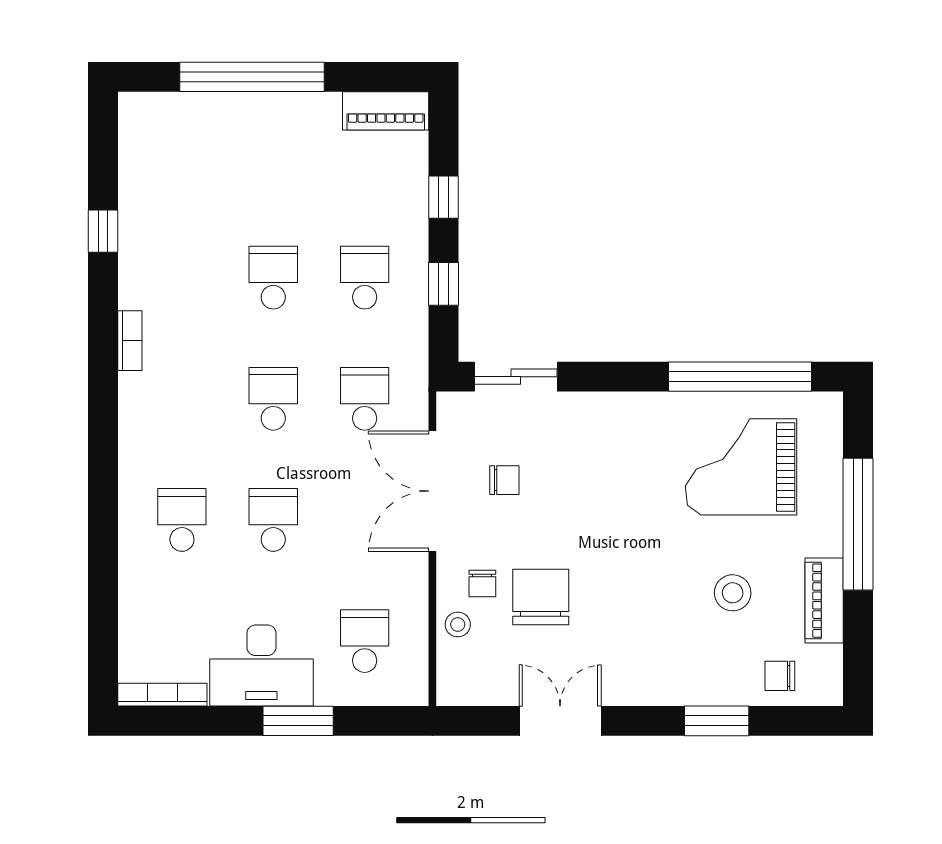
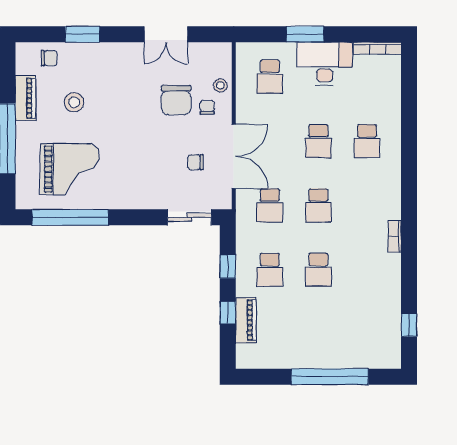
piano: (386, 111) -> (246, 320), moved, turned 90
window: (103, 231) -> (409, 325), moved

